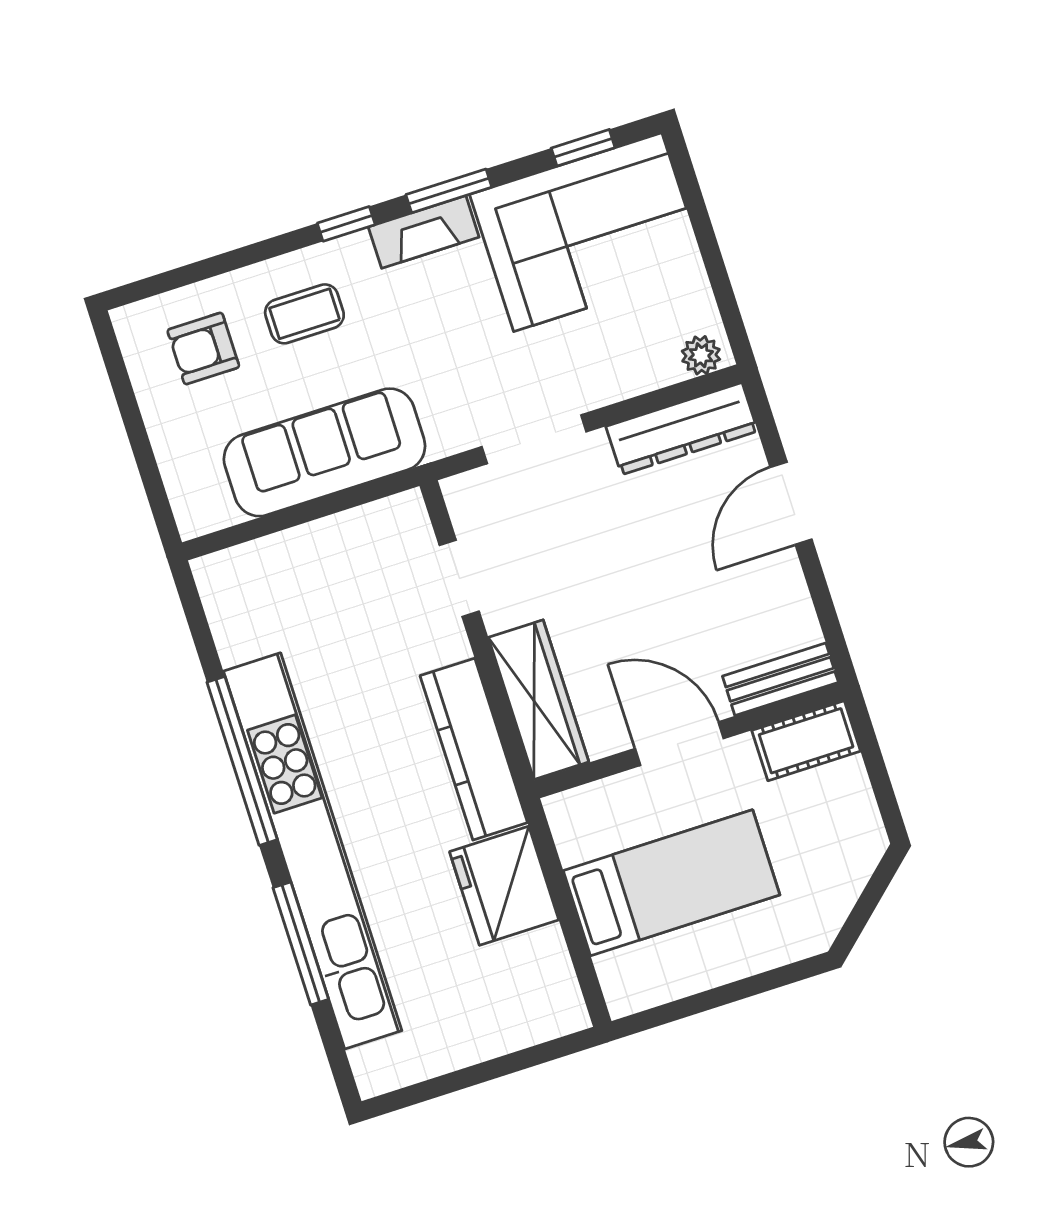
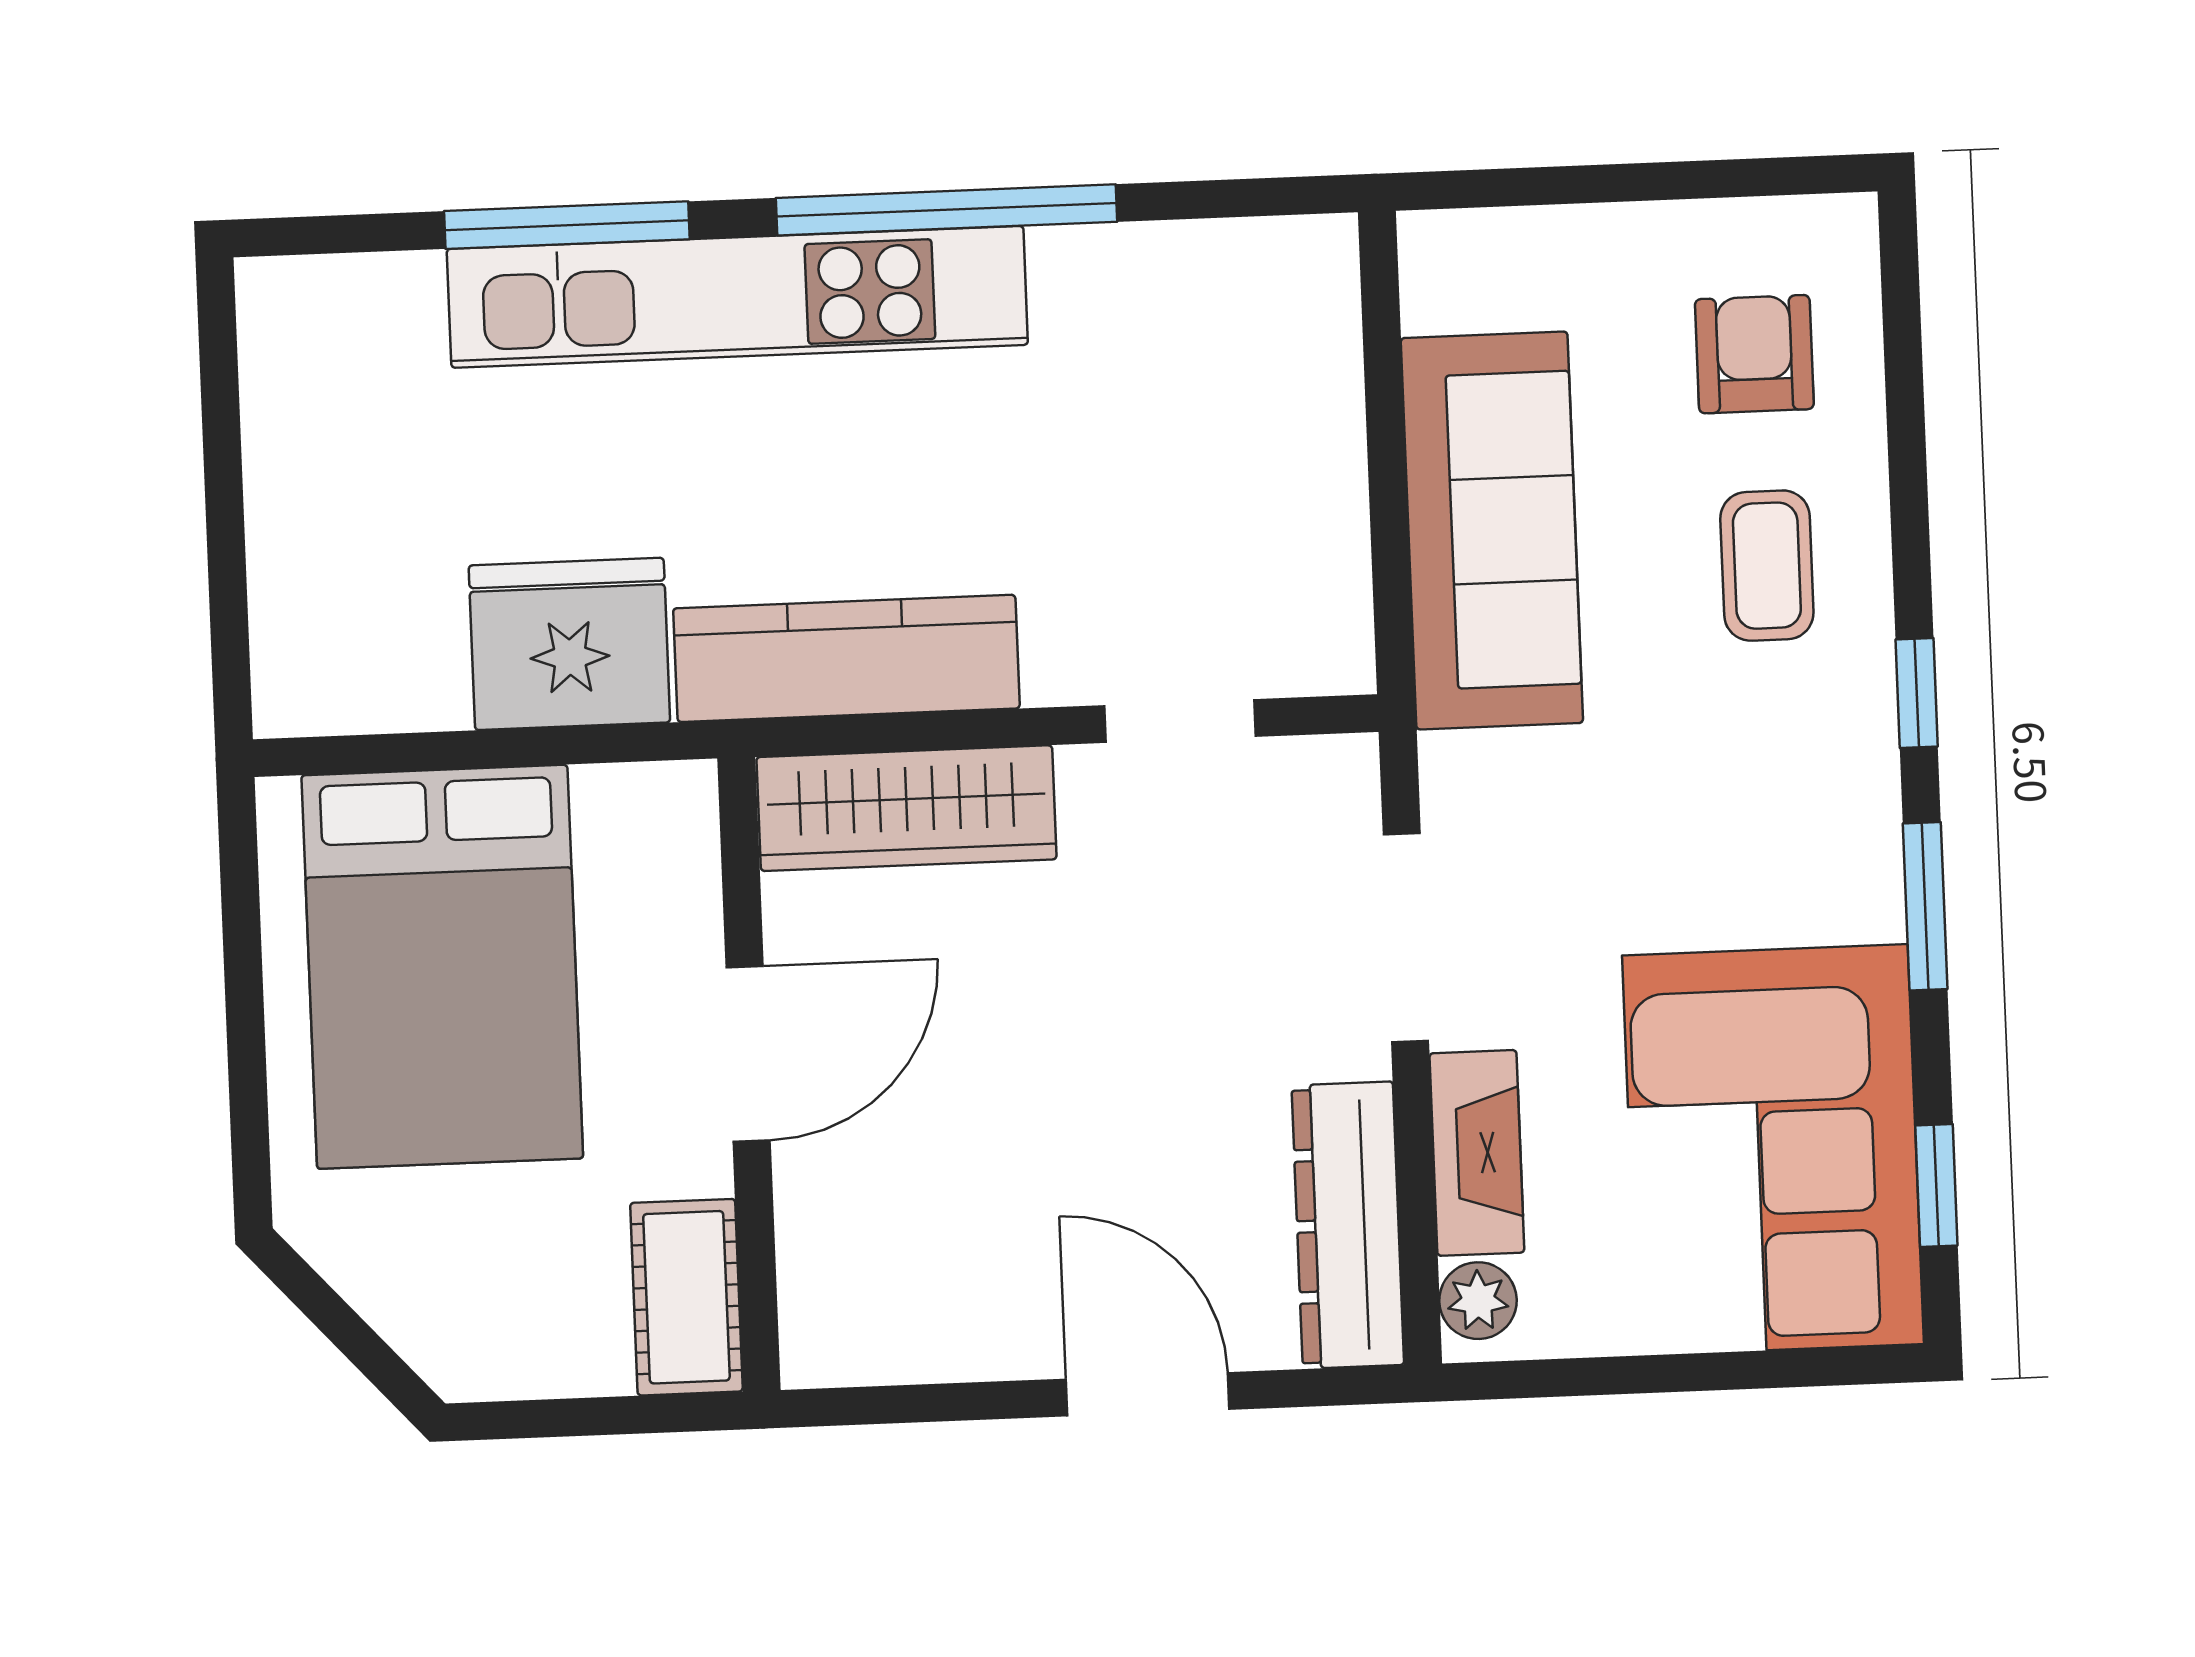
fireplace: (424, 232) -> (1477, 1153), moved, turned 180
bench: (780, 679) -> (817, 1281), removed
kitchen unit: (313, 851) -> (737, 297), width x0.73
bed: (671, 883) -> (442, 967), width x1.50

